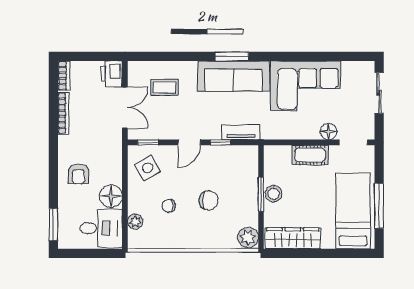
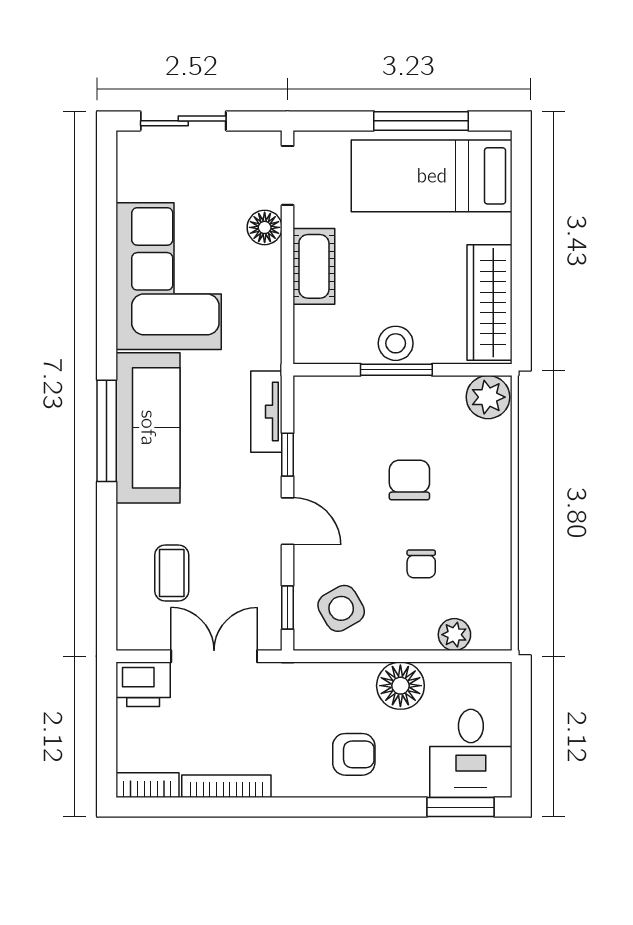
window: (232, 56) -> (107, 431), width x1.44
desk: (101, 228) -> (471, 753), moved, turned 180

